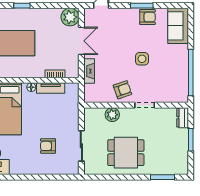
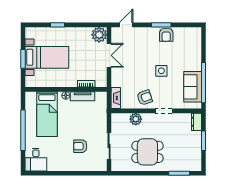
armchair: (147, 17) -> (166, 35), turned 90
sofa: (178, 26) -> (193, 87), moved
fireplace: (89, 71) -> (116, 98), moved

